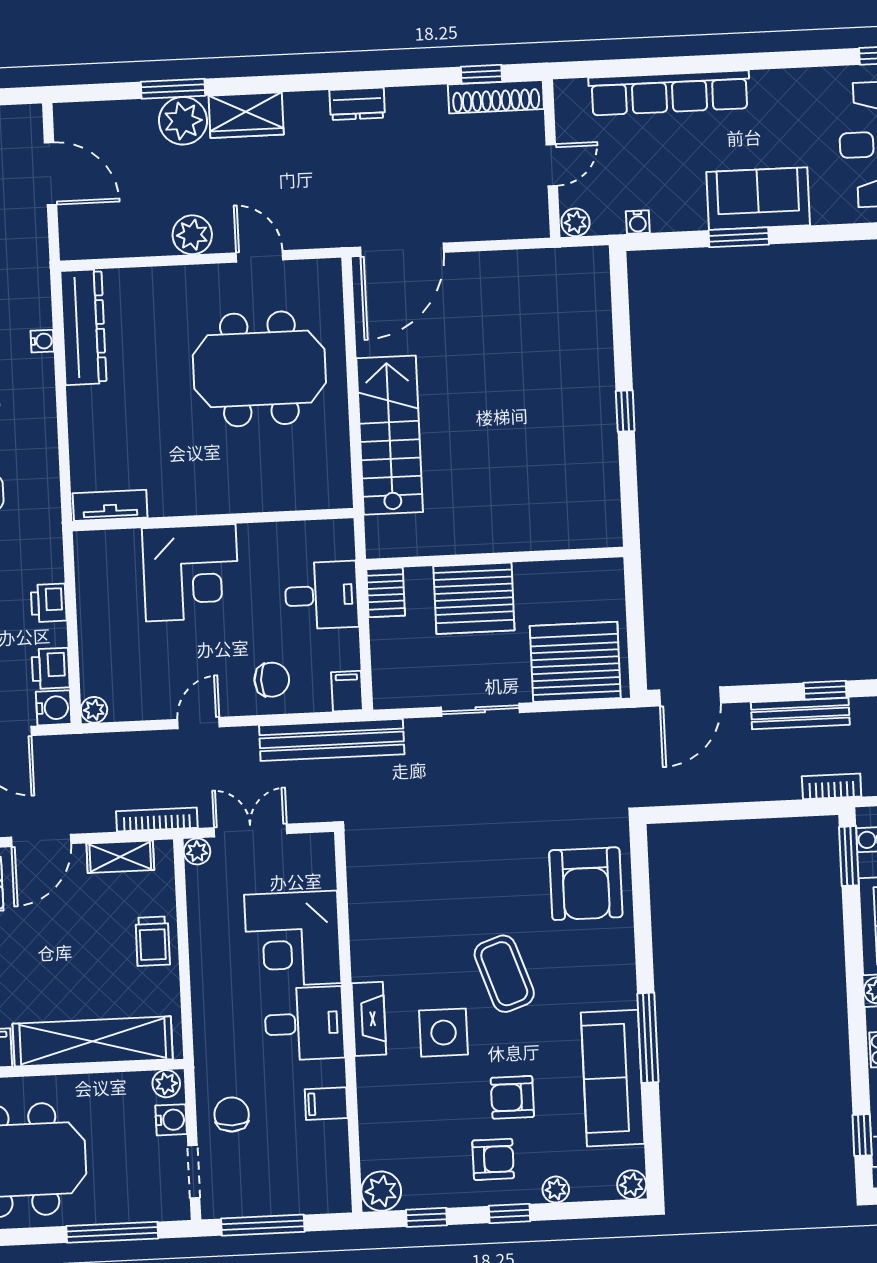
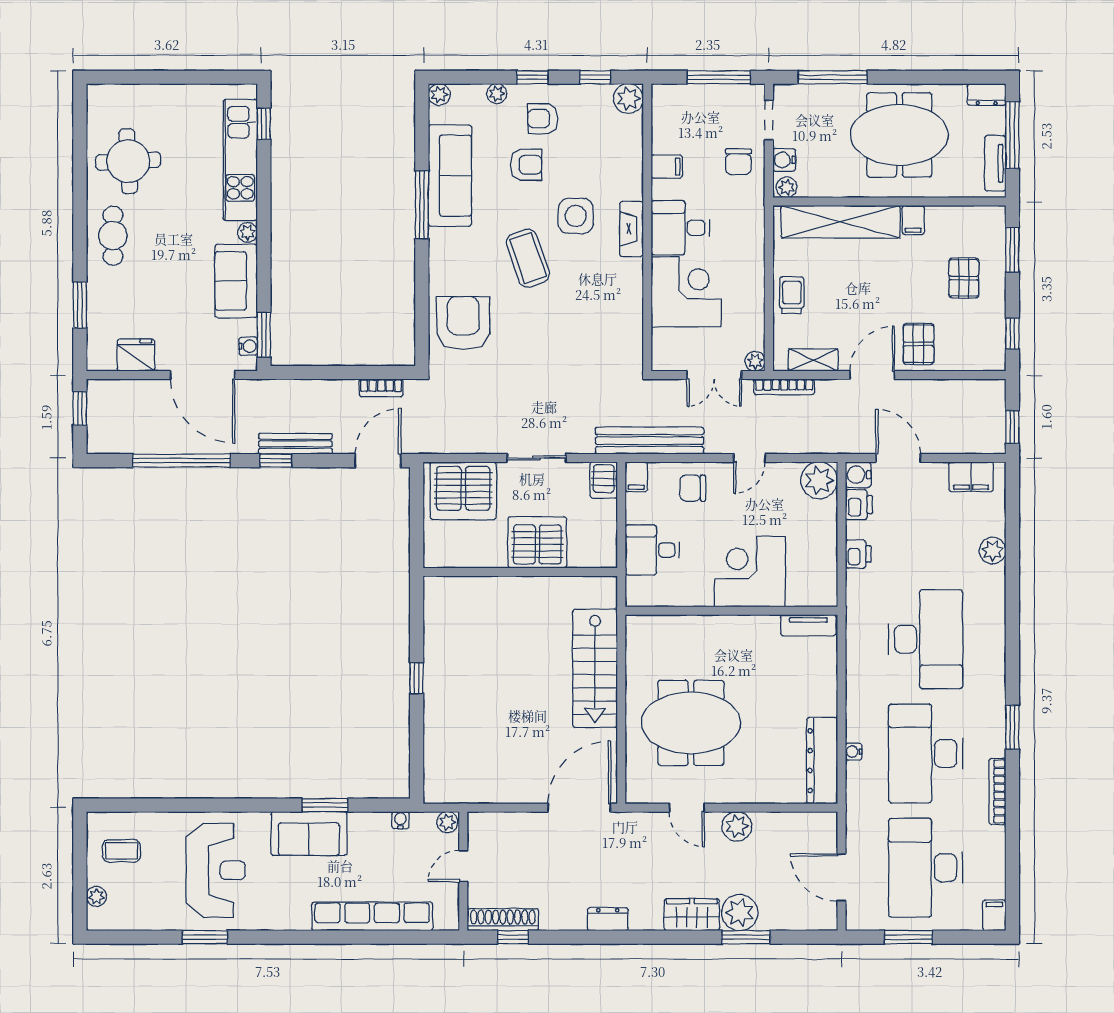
server rack: (386, 592) -> (604, 480), moved, turned 180
plant: (94, 710) -> (819, 480), width x1.87, depth x1.87
bookcase: (832, 786) -> (381, 388), moved

